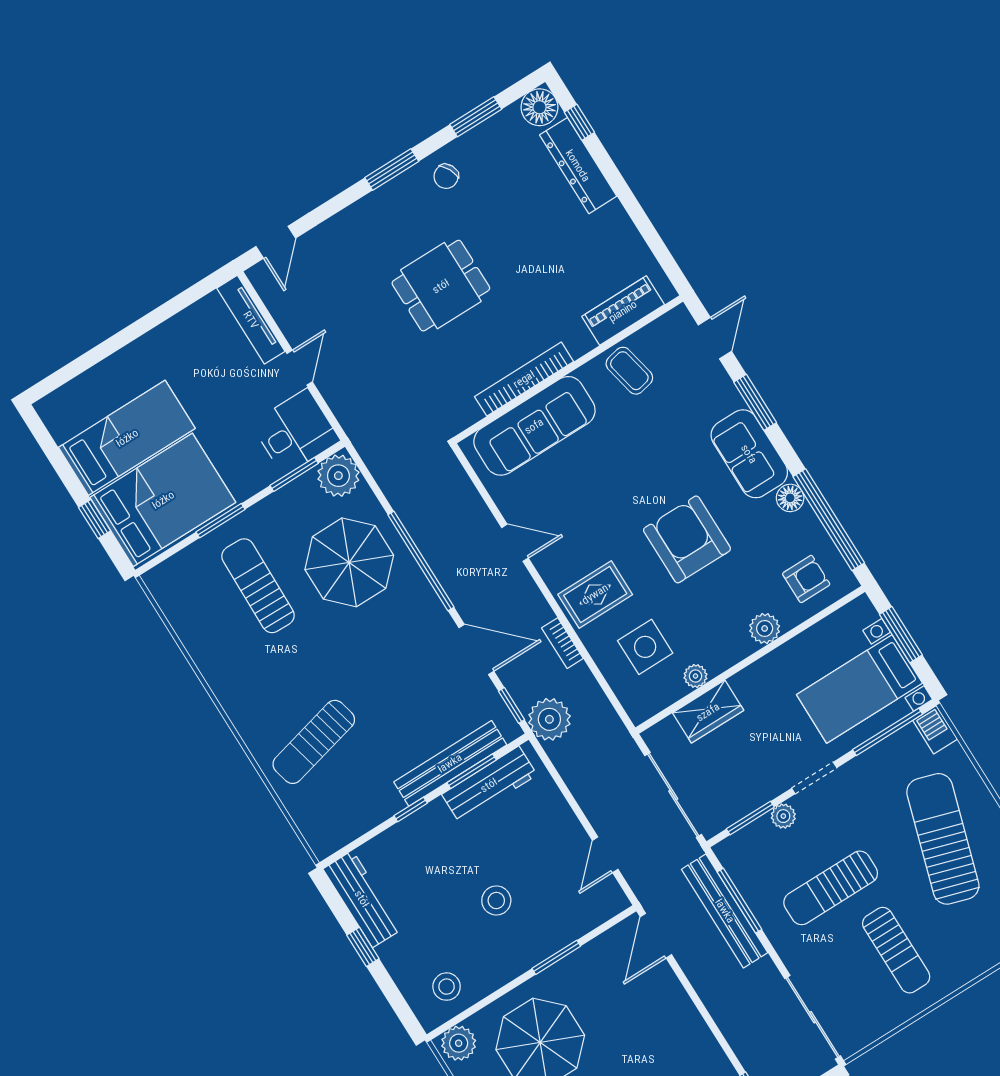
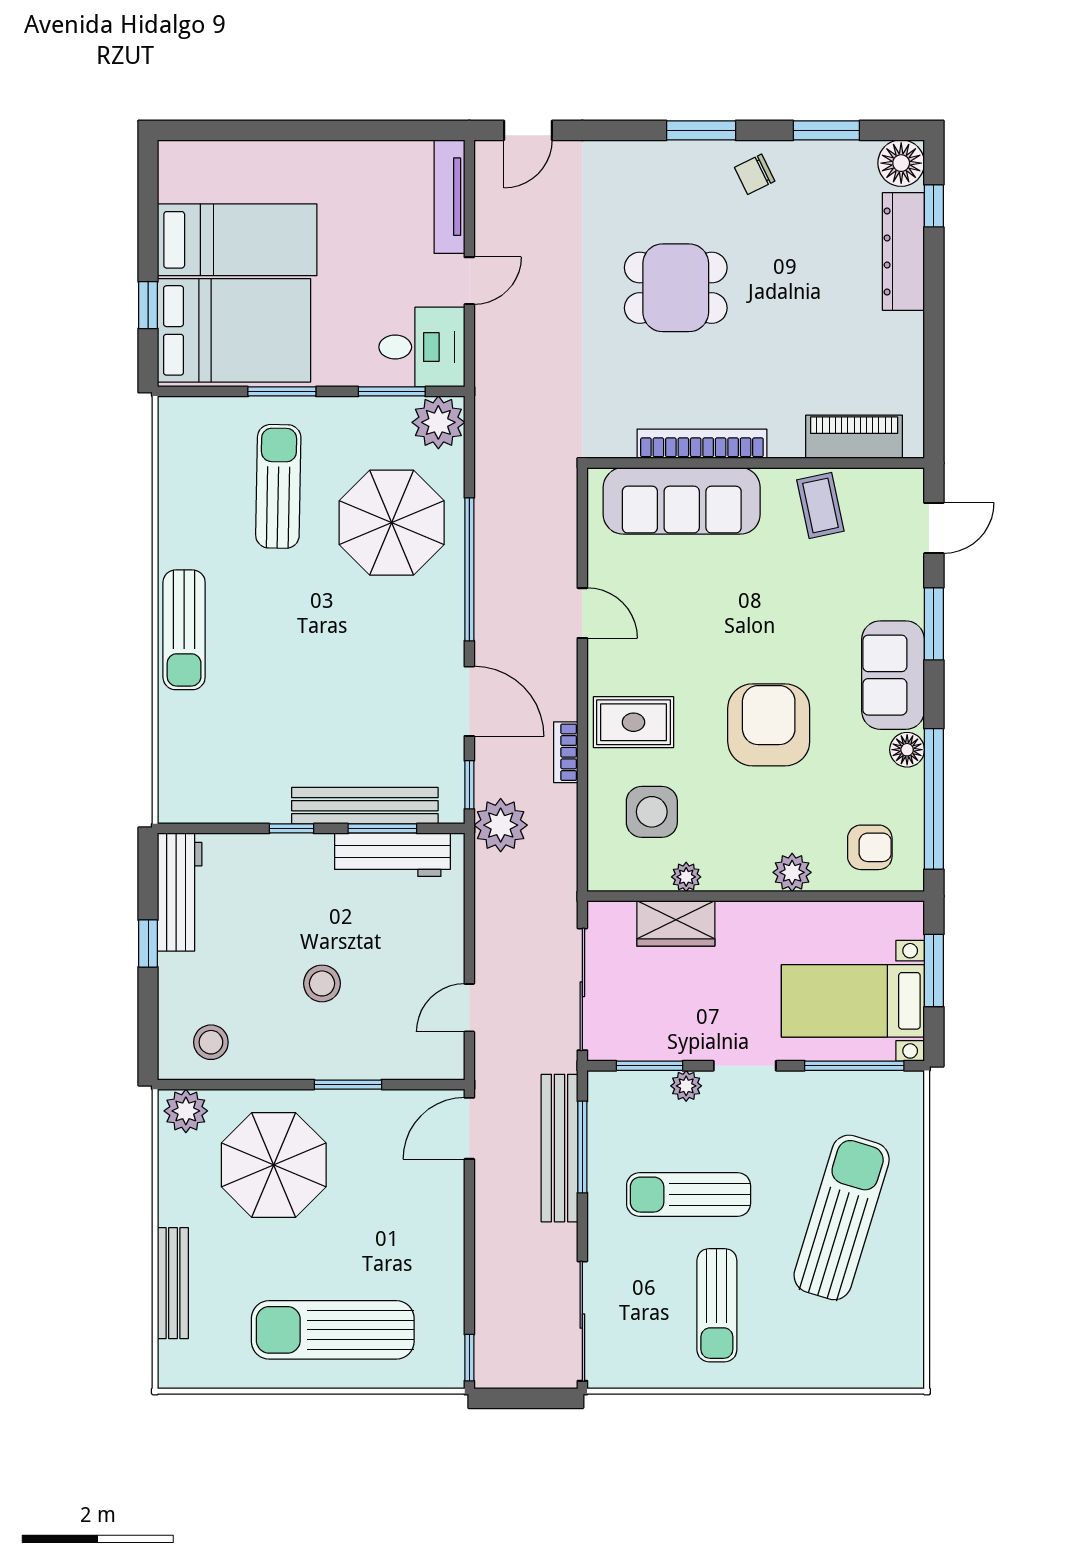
barbecue: (935, 730) -> (907, 1095), removed
sun lounger: (314, 742) -> (184, 630), moved, turned -76

